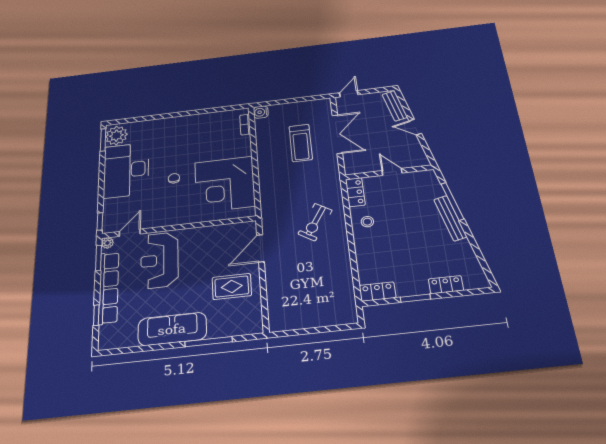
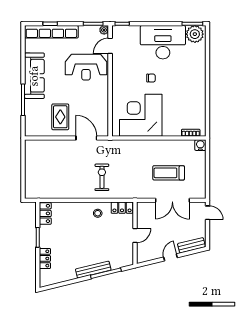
exercise bike: (315, 222) -> (102, 177), turned 58
door: (130, 233) -> (110, 46), swing flipped
reception desk: (159, 260) -> (86, 67), turned 180
row of seats: (109, 288) -> (51, 32), moved

